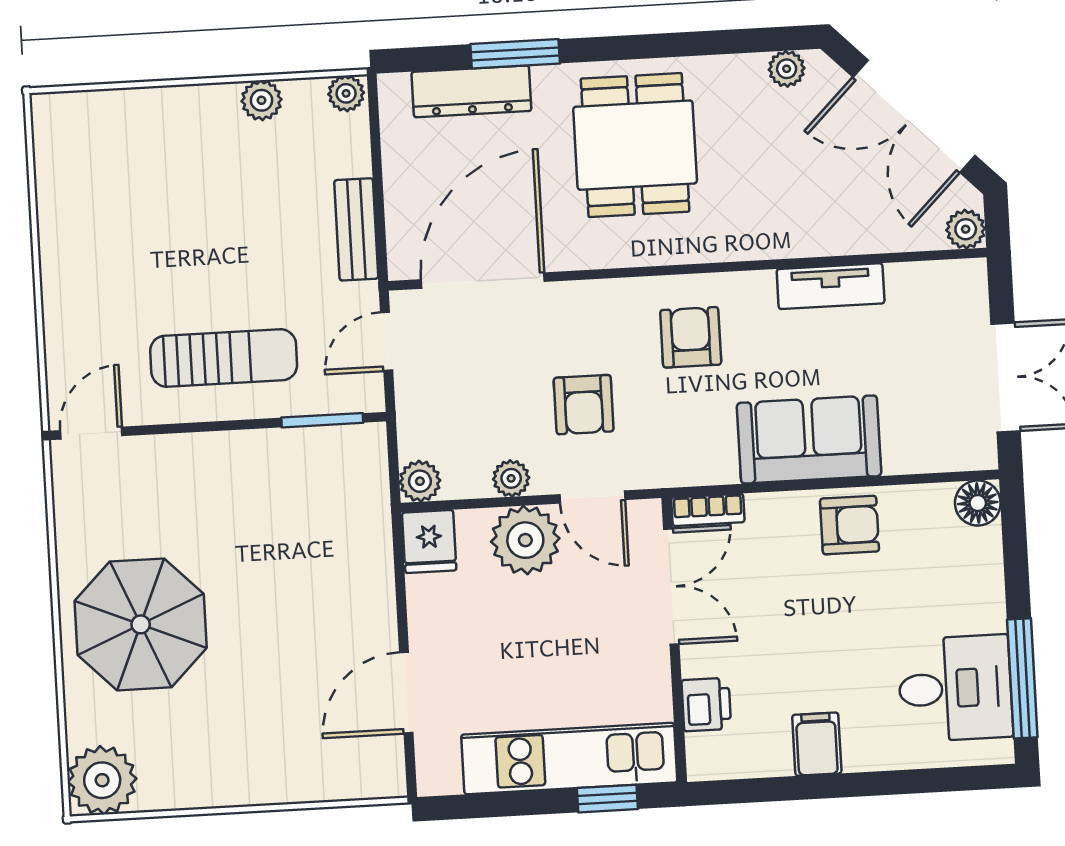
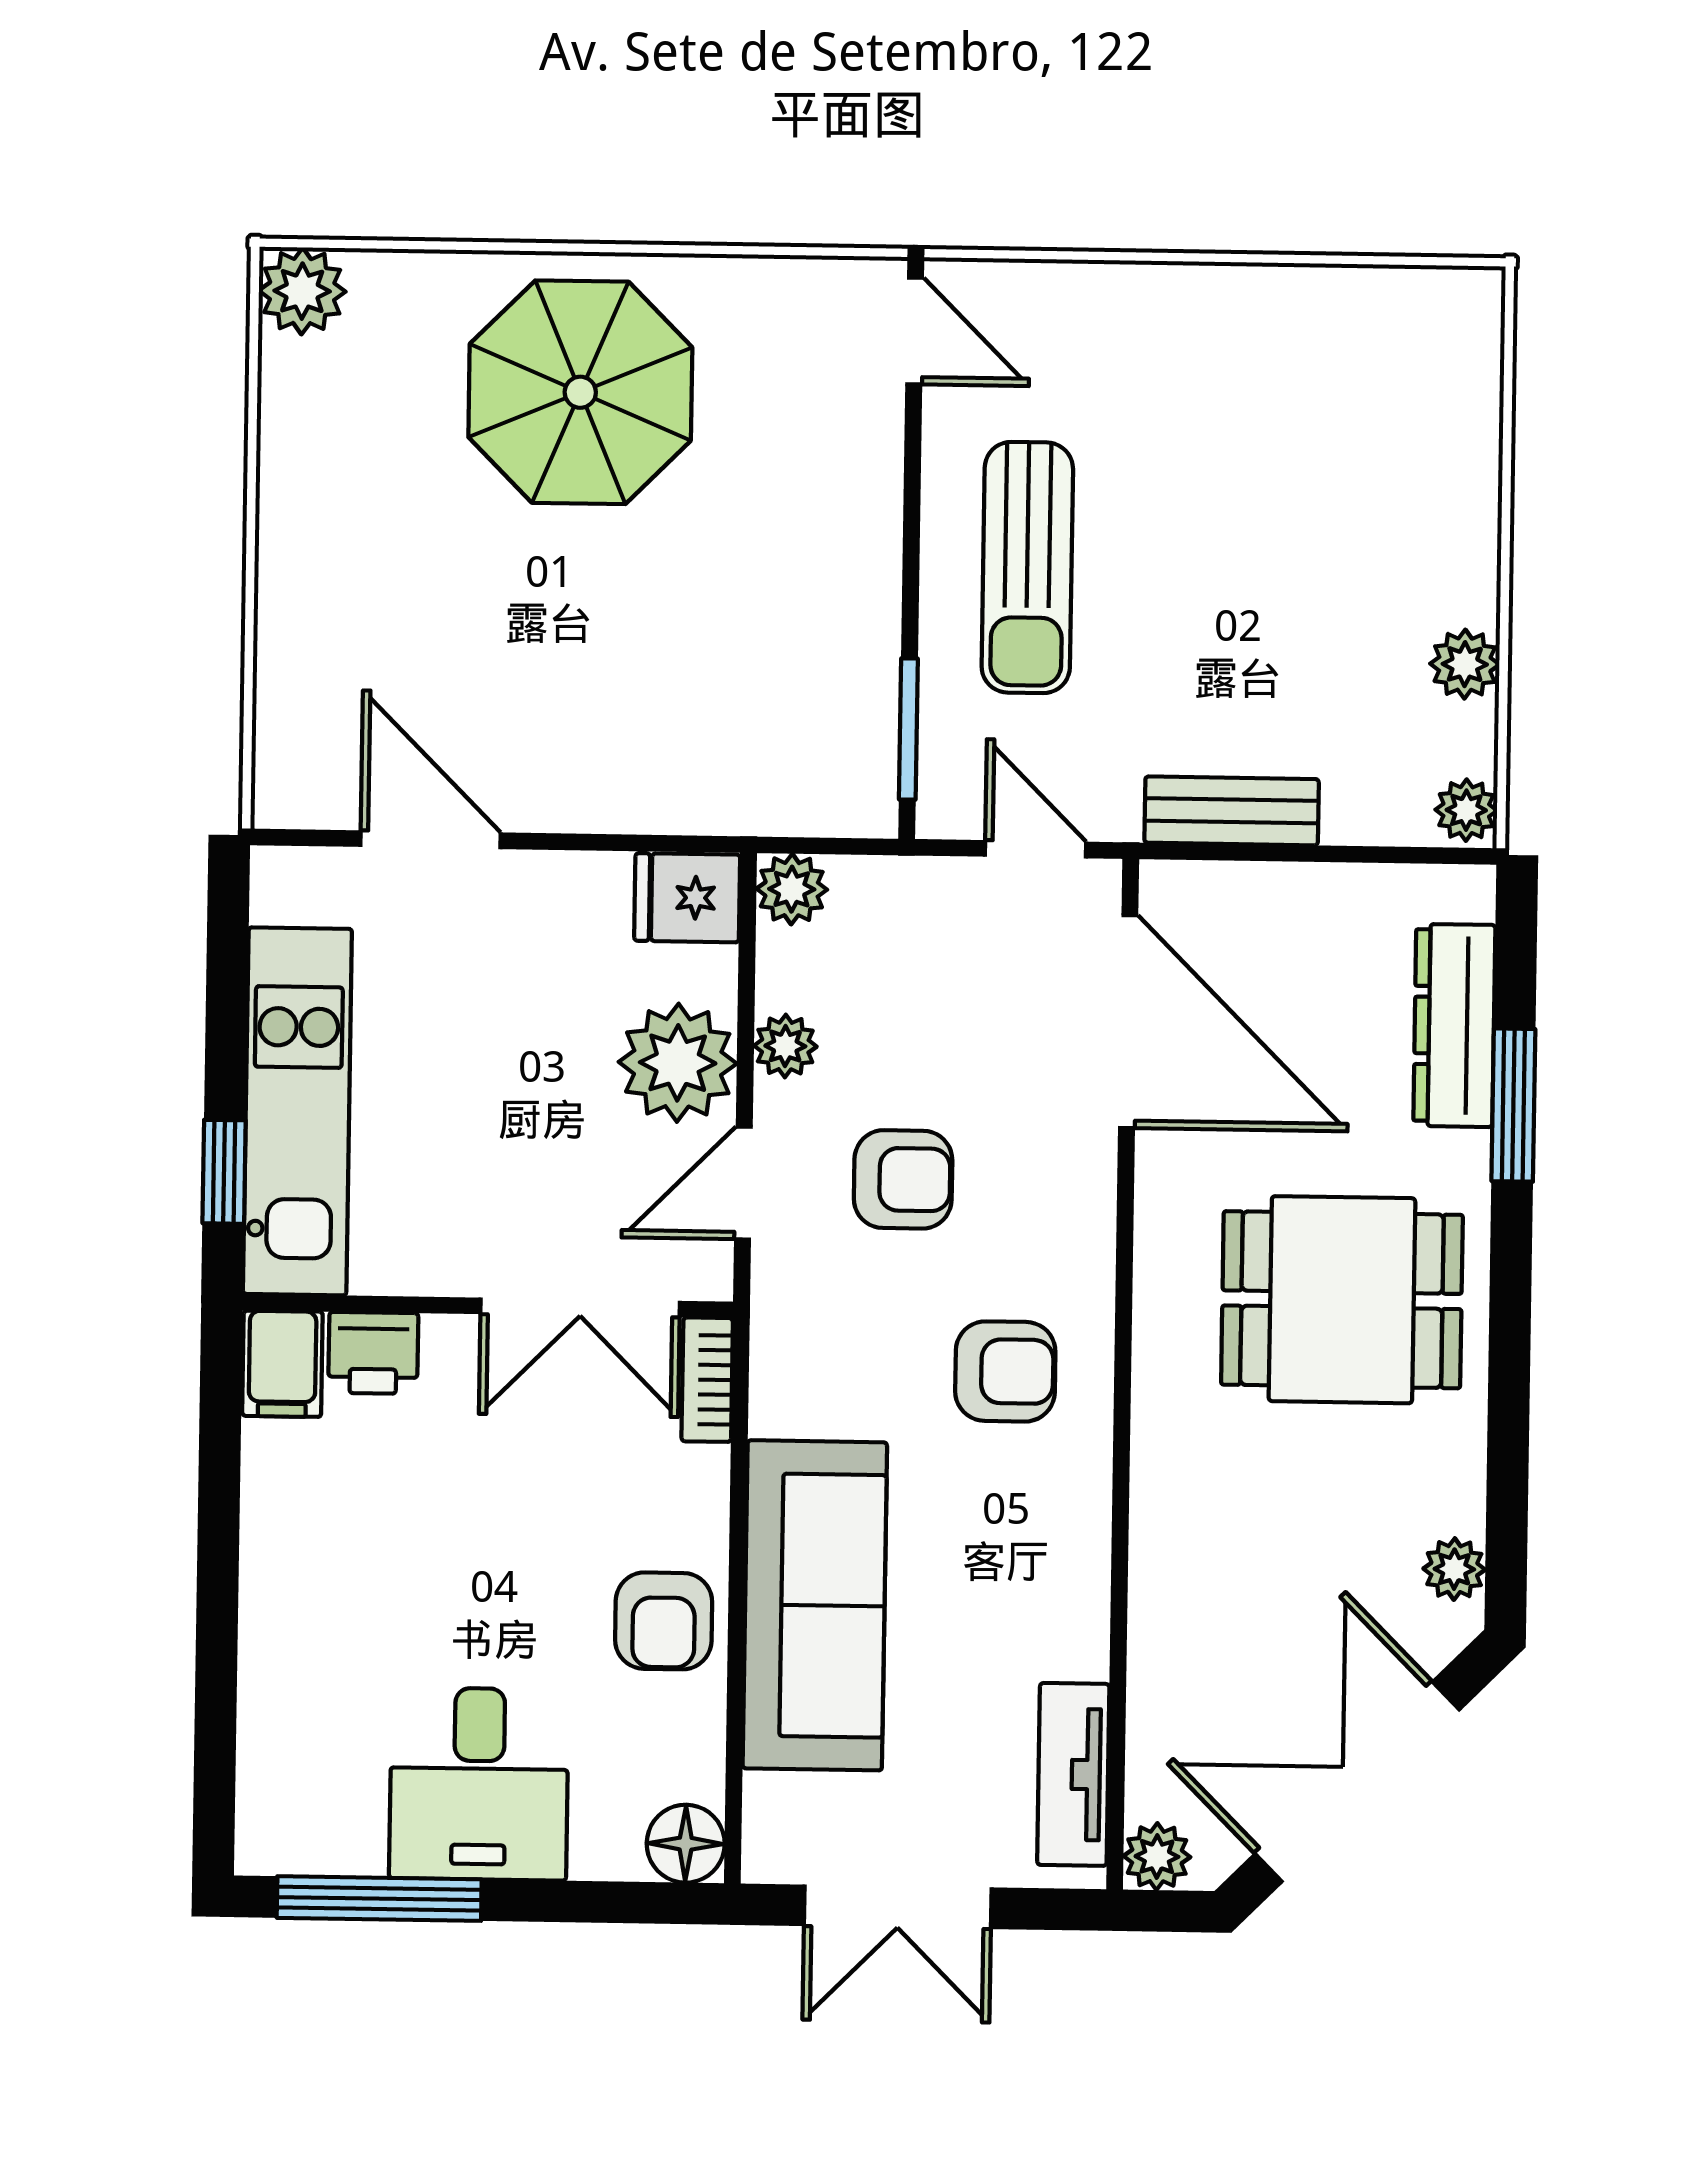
tv unit: (831, 286) -> (1073, 1774), moved
armchair: (584, 405) -> (903, 1179), turned 180
sofa: (809, 439) -> (815, 1605), width x1.36
desk: (955, 688) -> (479, 1784), moved
filing cabinet: (817, 744) -> (282, 1364), moved, turned 90
plant: (102, 780) -> (302, 291), width x0.73, depth x0.73

